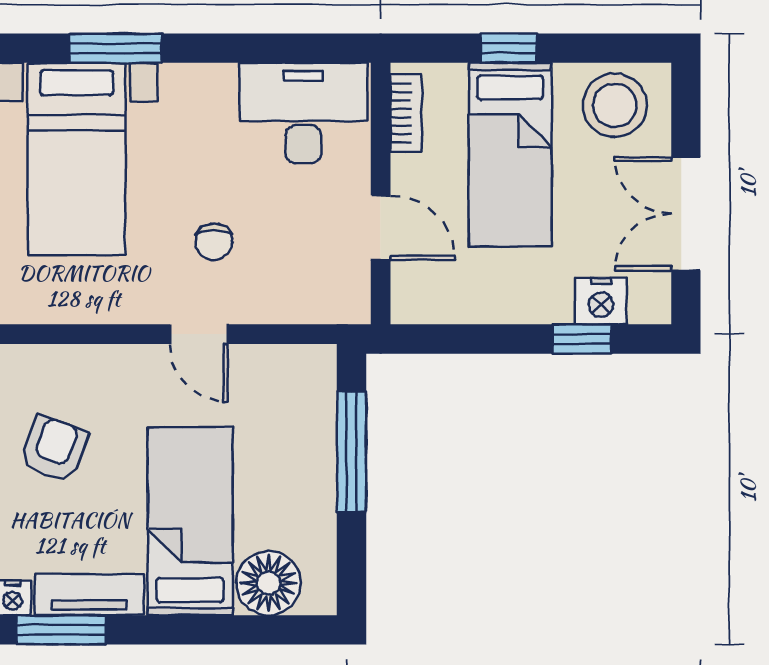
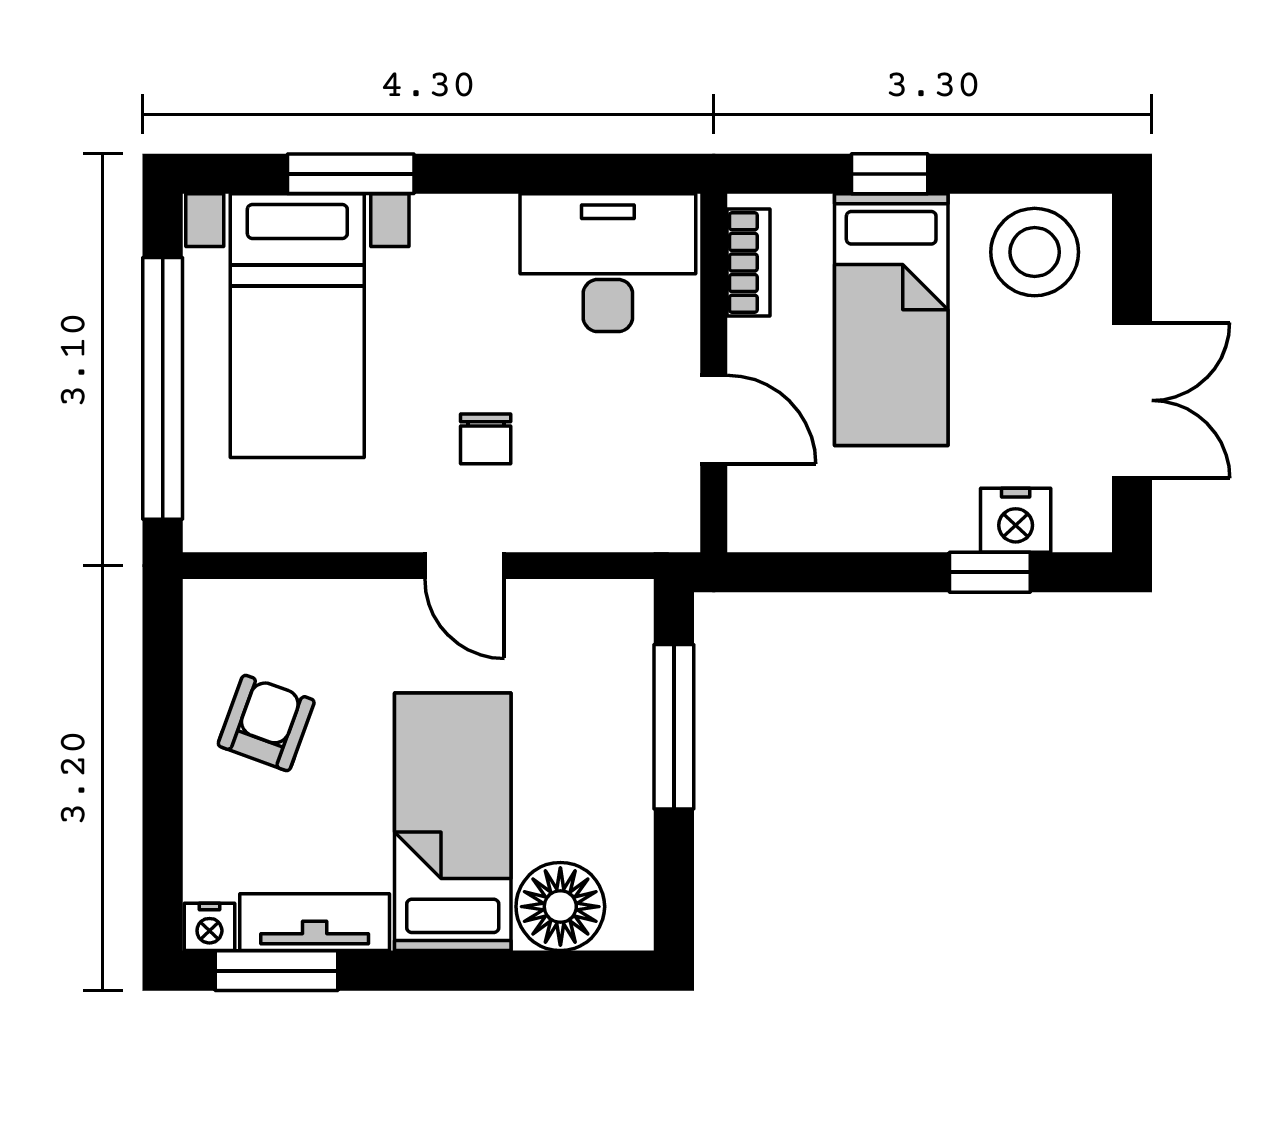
double door: (686, 214) -> (1132, 400), swing flipped

